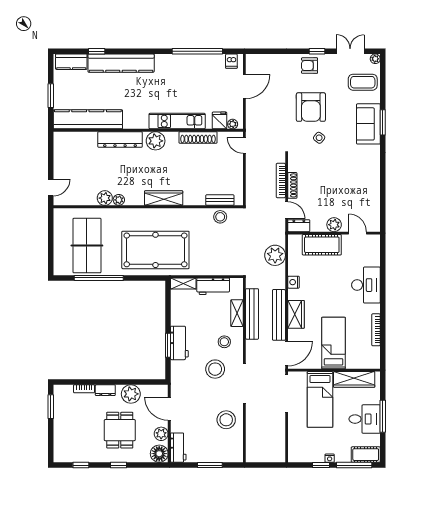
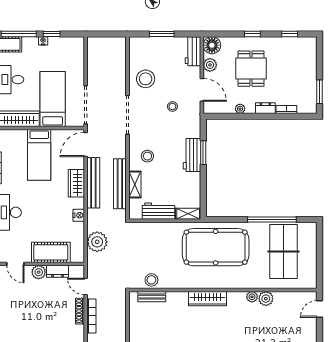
dresser: (299, 226) -> (58, 271), moved
stool: (215, 369) -> (172, 106), moved, width x0.53, depth x0.53
plant: (131, 394) -> (240, 109), width x0.53, depth x0.53

